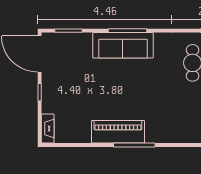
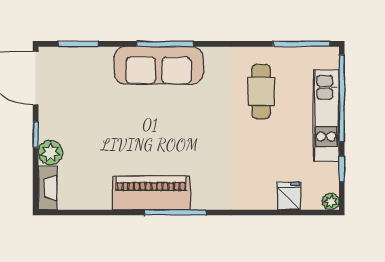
plant: (50, 104) -> (50, 153), added

